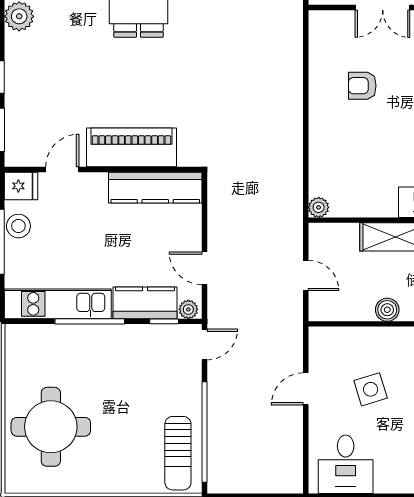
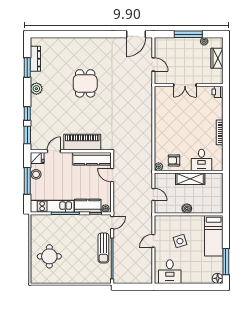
armchair: (362, 86) -> (174, 160), moved
door: (204, 268) -> (112, 175), moved
round table: (51, 427) -> (49, 256), width x0.73, depth x0.73
sun lounger: (178, 453) -> (103, 248), moved

